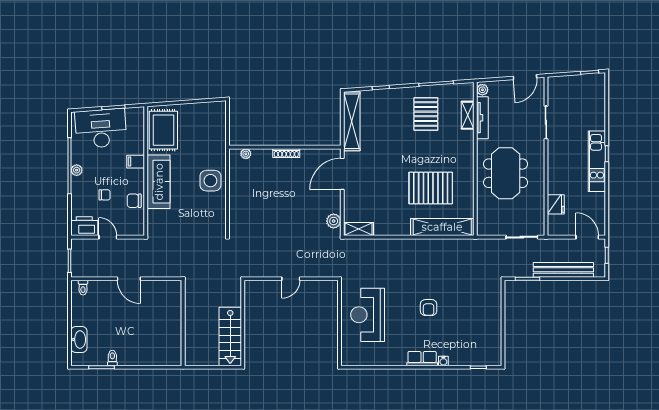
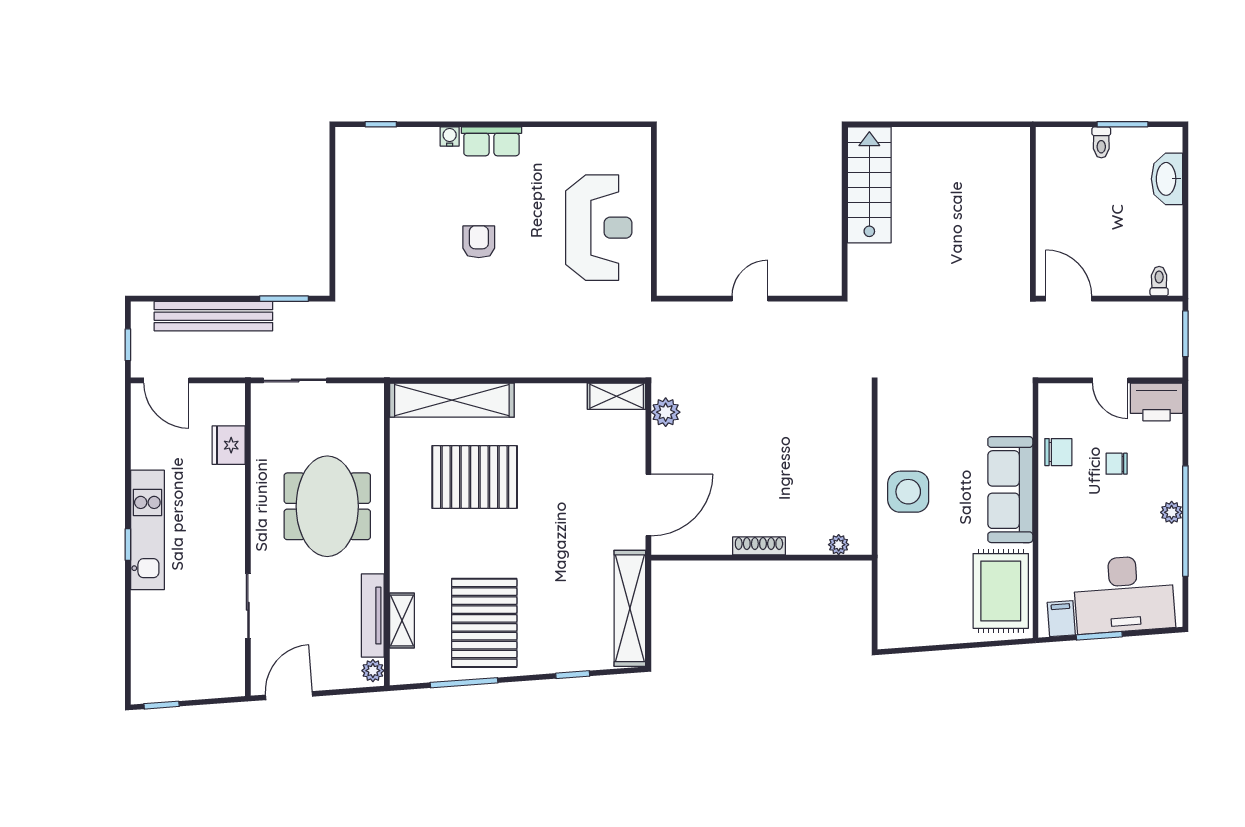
pallet: (426, 114) -> (484, 623), width x1.37, depth x1.41
filing cabinet: (136, 162) -> (1061, 619), moved, turned -94
wall: (183, 323) -> (1033, 211), moved

